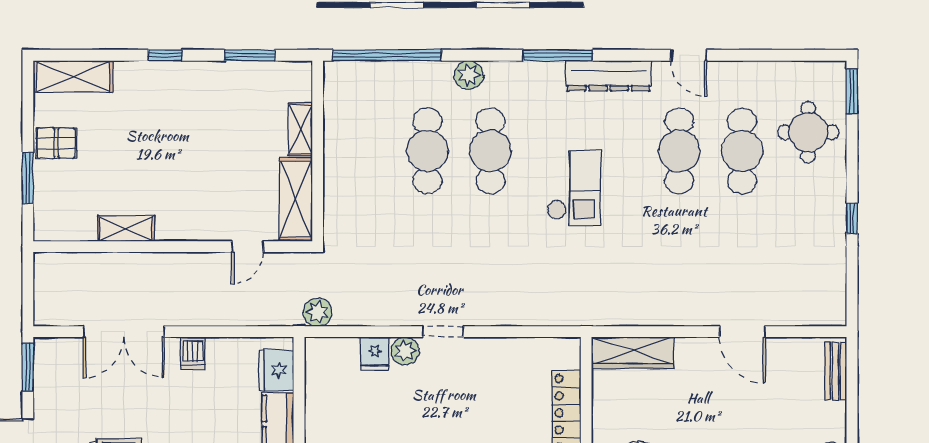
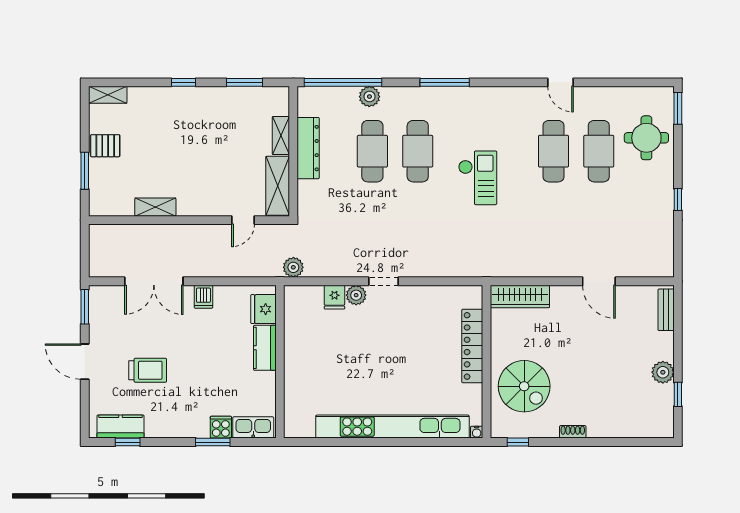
window: (558, 55) -> (445, 82), moved
plant: (469, 75) -> (369, 97), moved
shelving: (73, 76) -> (108, 95), width x0.67, depth x0.75
dresser: (609, 76) -> (308, 148), moved, turned -90

